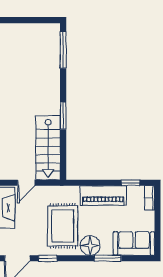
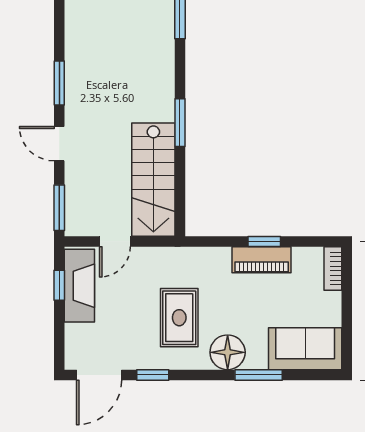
window: (131, 183) -> (264, 241), moved
piano: (103, 196) -> (262, 260), width x0.73, depth x0.75
rug: (63, 226) -> (179, 318), width x0.73, depth x0.70

